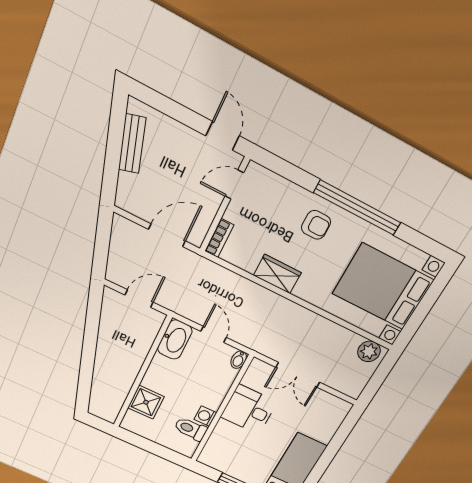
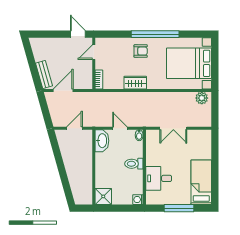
bench: (132, 144) -> (44, 75), moved
door: (167, 235) -> (63, 90), moved
shower: (146, 402) -> (103, 196), moved
desk: (249, 409) -> (159, 178), moved
washing machine: (205, 416) -> (138, 200), moved
toilet: (191, 429) -> (134, 164), moved

